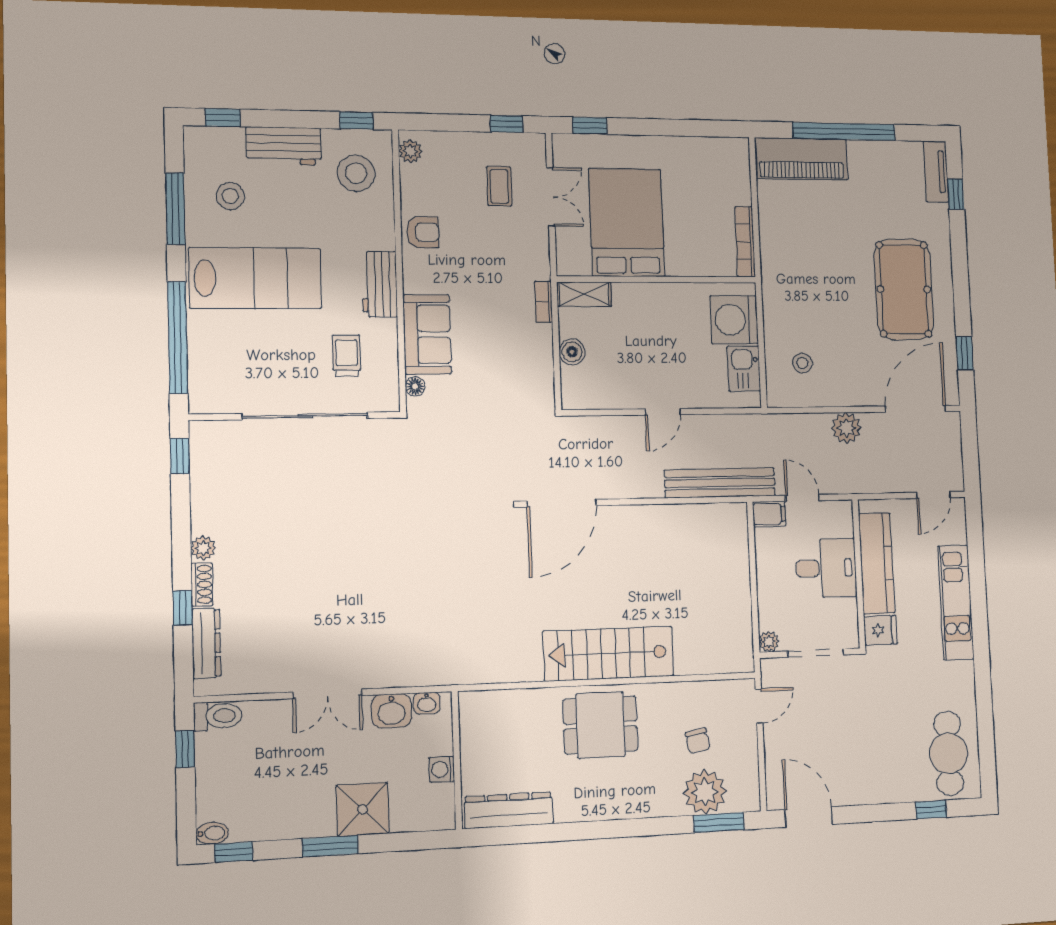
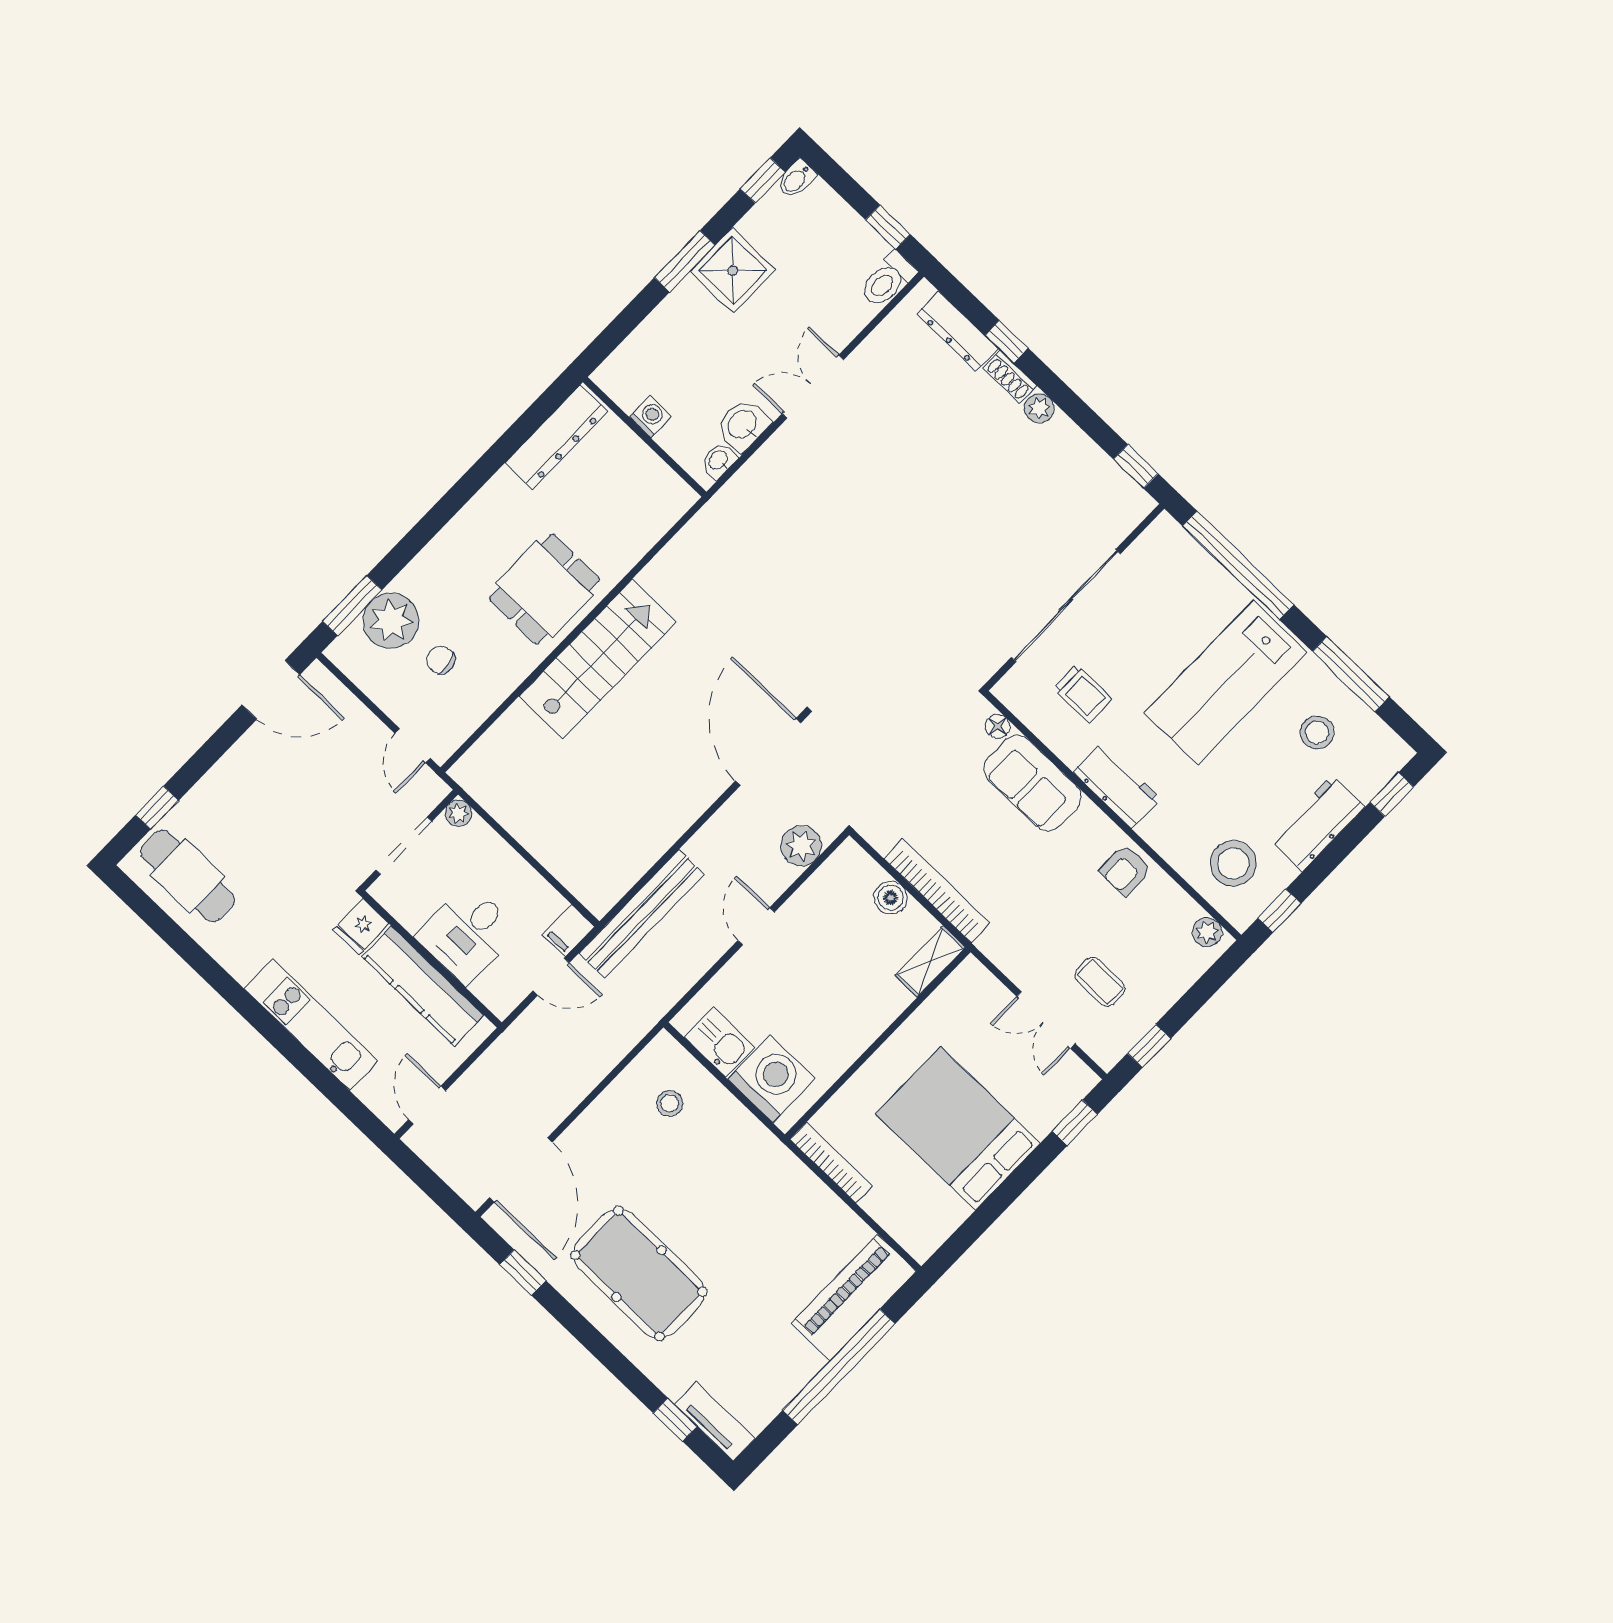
bed: (627, 222) -> (958, 1129), moved, turned 180
bookcase: (544, 302) -> (937, 891), width x2.31, depth x1.31
plant: (846, 428) -> (801, 846), moved
shower: (363, 809) -> (733, 270), moved

